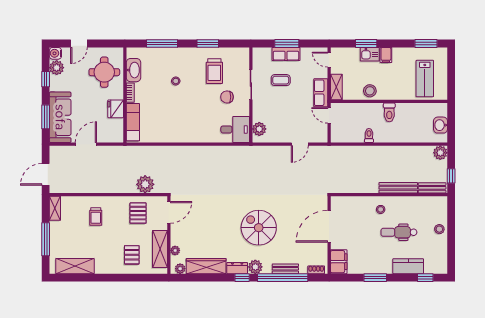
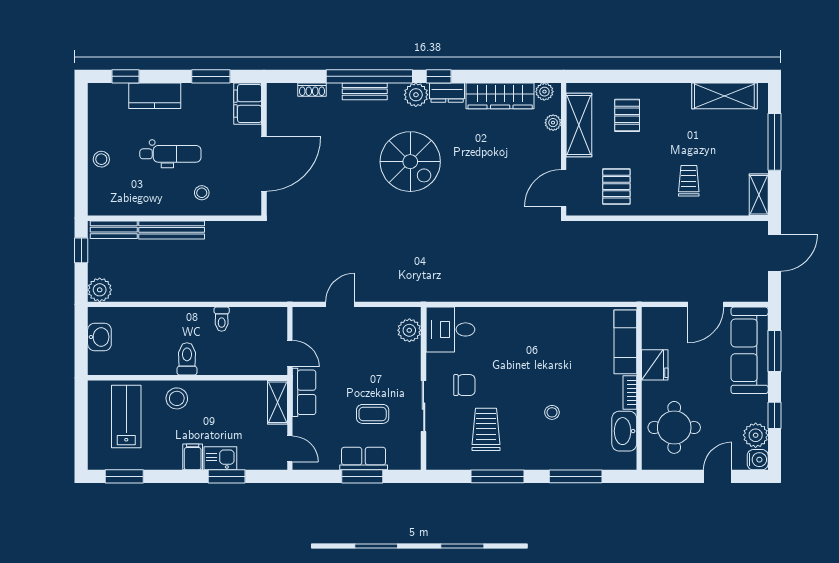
window: (208, 44) -> (497, 476), width x1.44
stool: (370, 91) -> (177, 398), moved
plant: (145, 184) -> (604, 236), removed
door: (329, 226) -> (264, 164), moved
wall: (329, 235) -> (264, 149), moved
filing cabinet: (339, 262) -> (248, 104), moved

